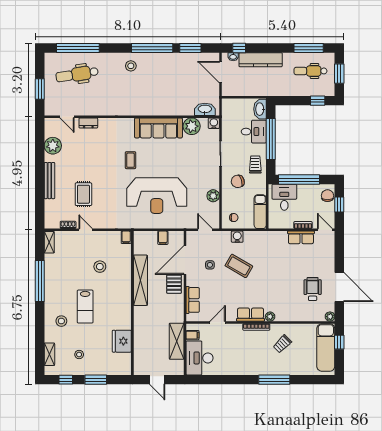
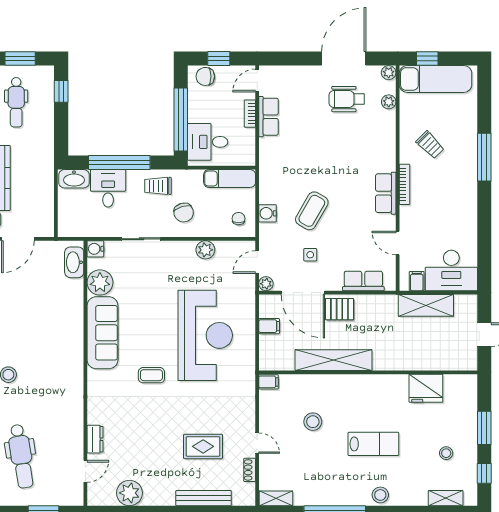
bench: (49, 181) -> (204, 498), moved
door: (86, 230) -> (257, 443), swing flipped
plant: (191, 236) -> (266, 284), added
plant: (270, 317) -> (389, 102), moved
stool: (61, 321) -> (380, 495), moved

